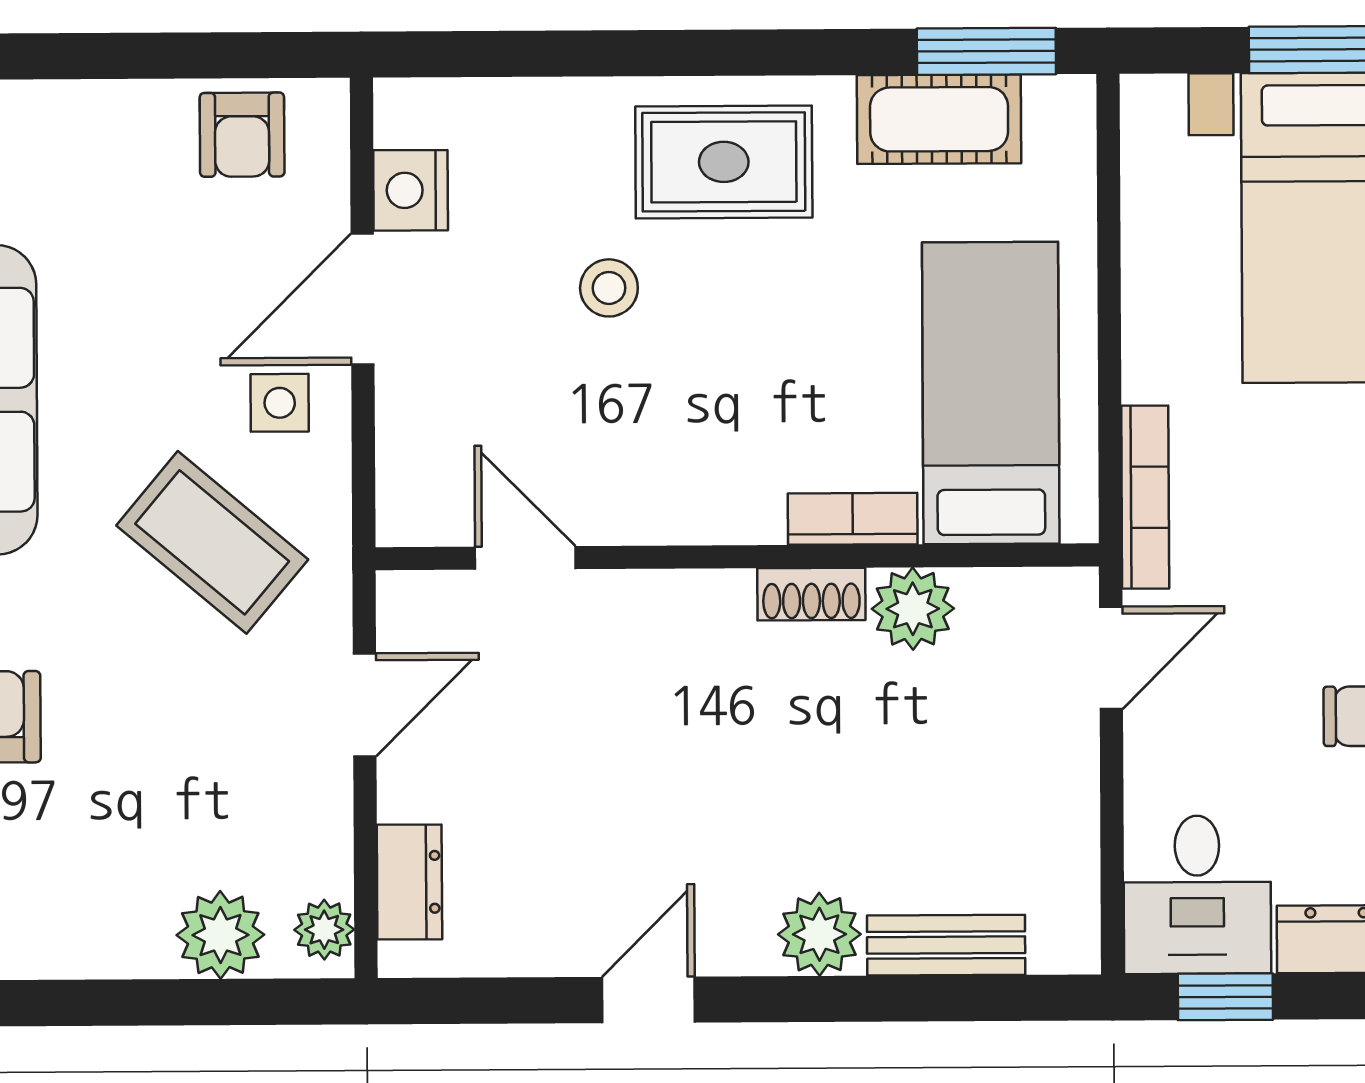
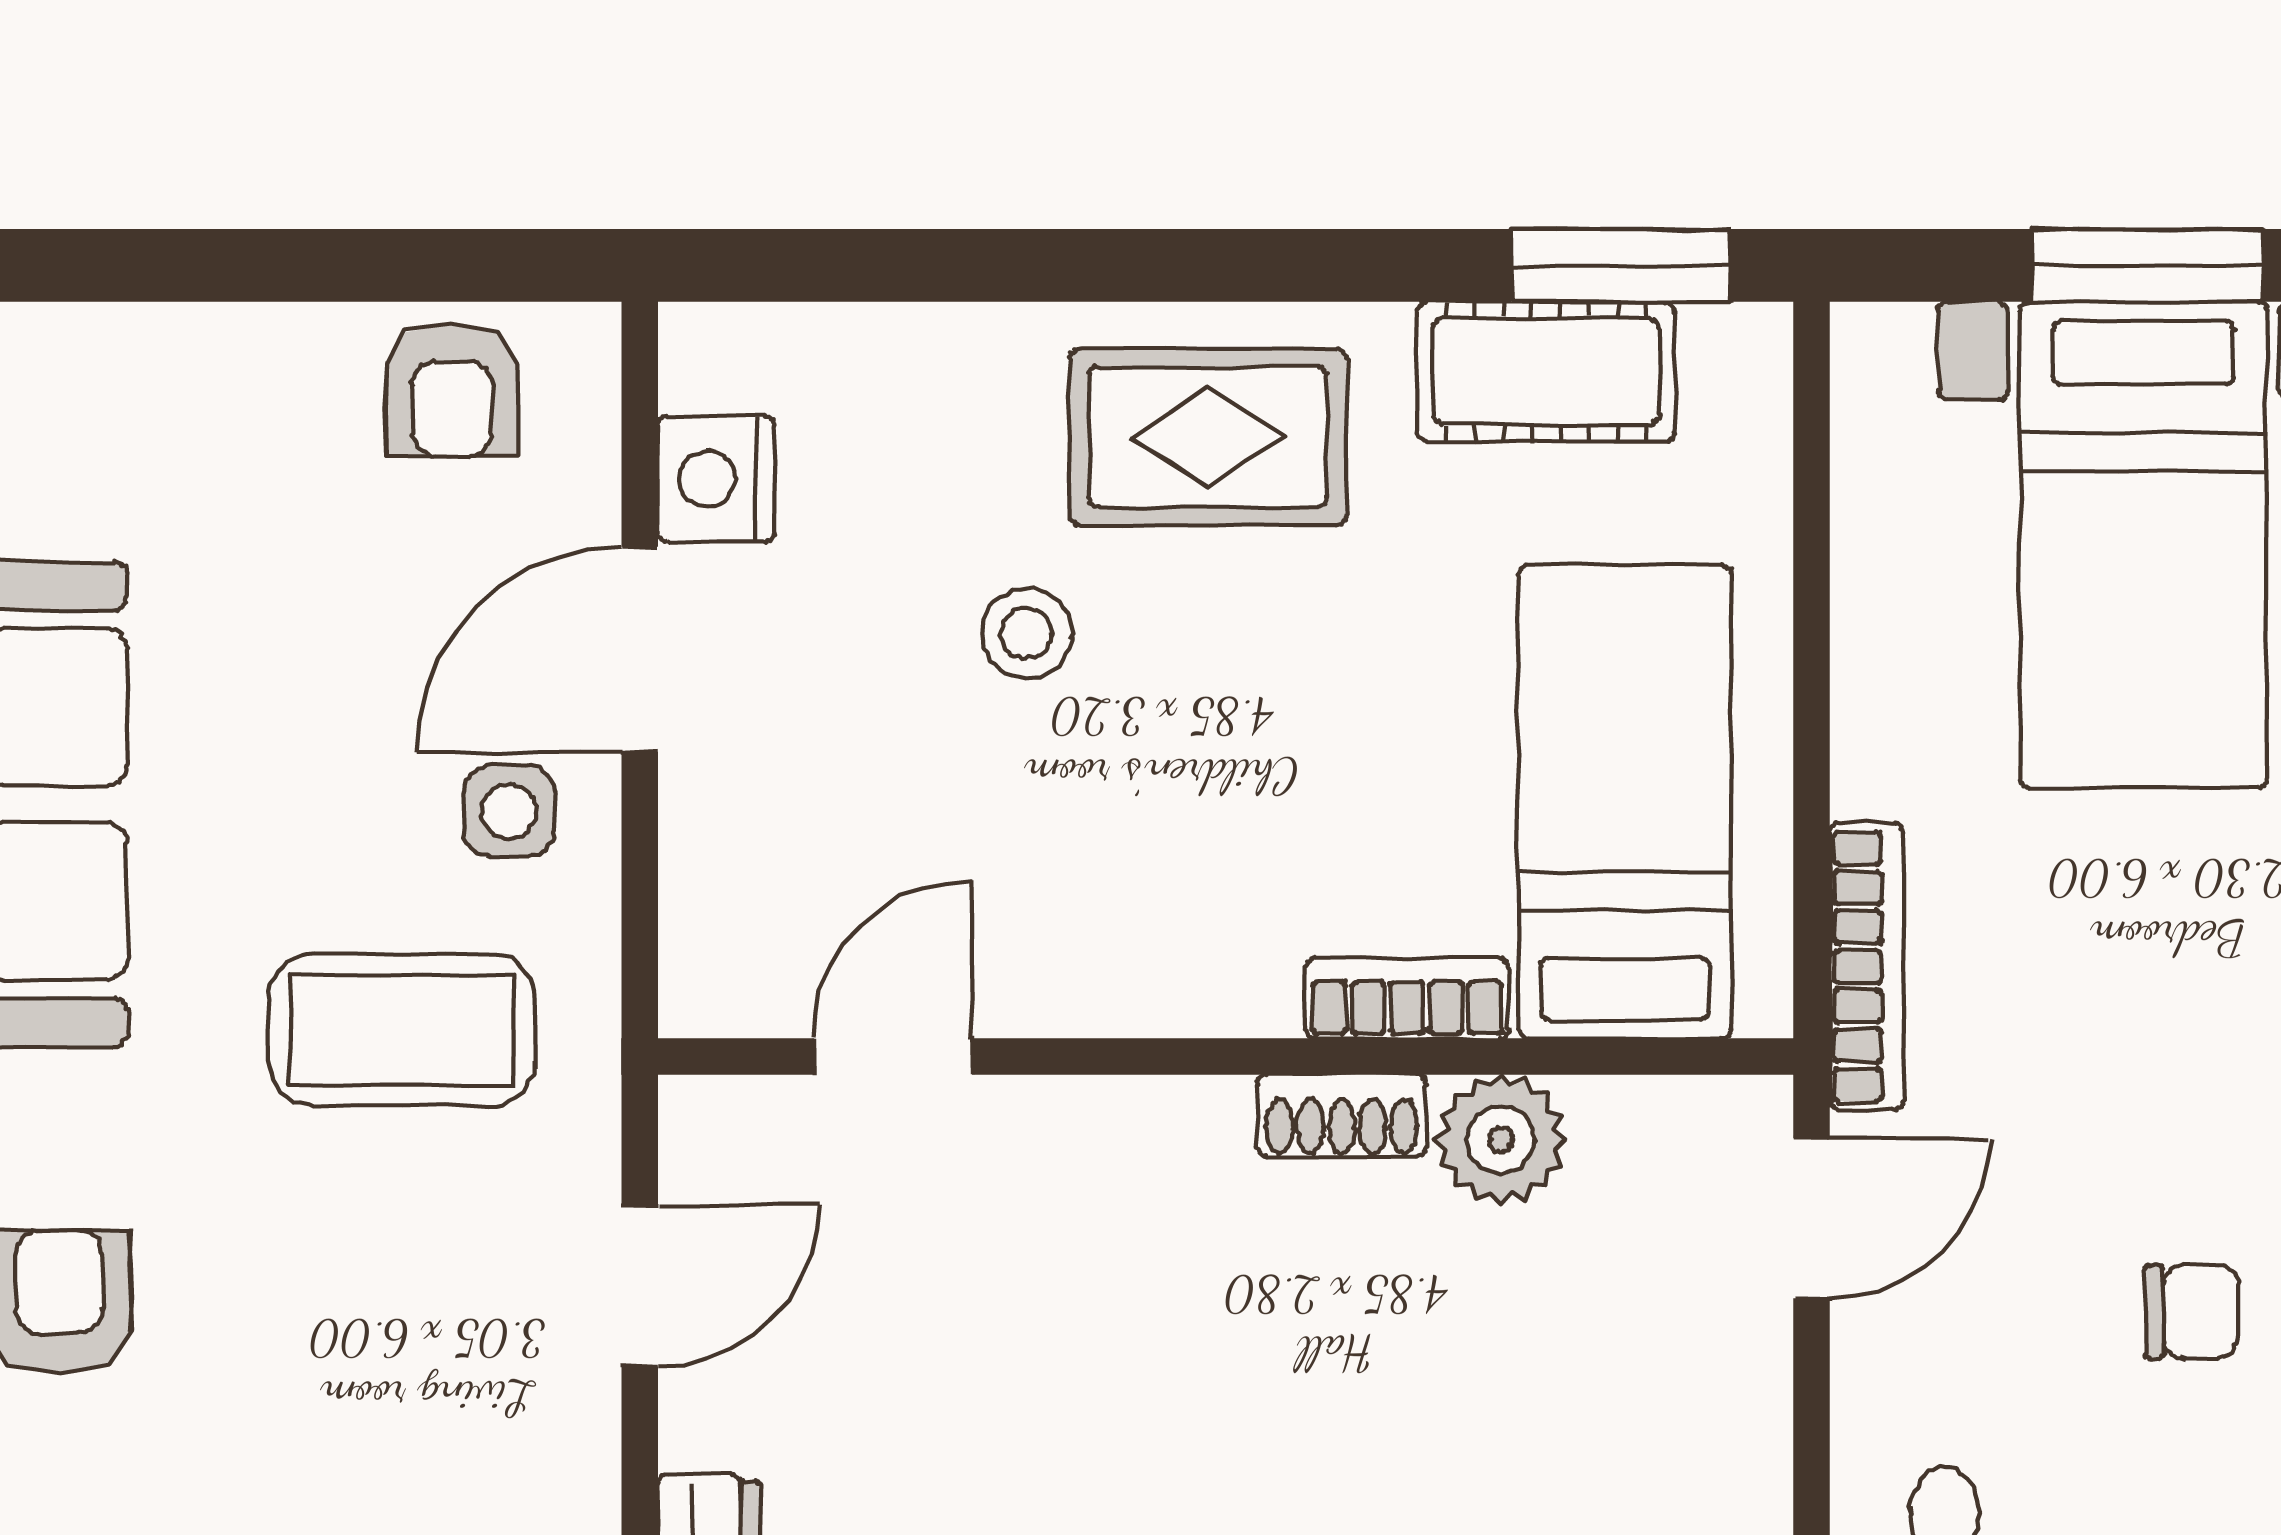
coffee table: (212, 542) -> (402, 1030), turned -40
door: (525, 558) -> (893, 1057), hinge flipped

